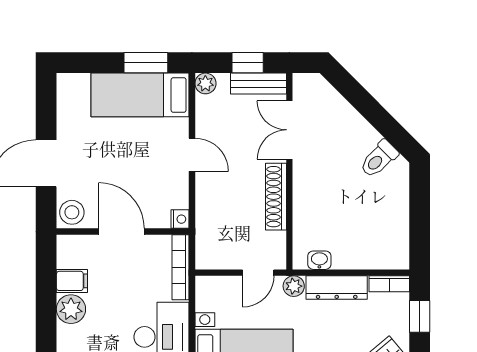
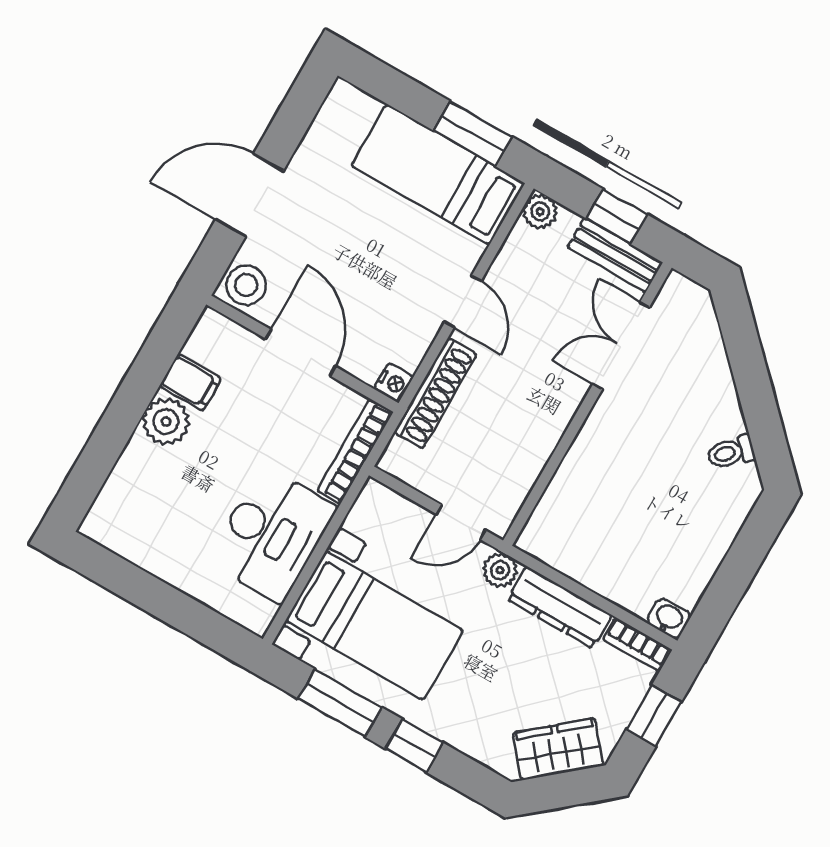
toilet: (379, 159) -> (731, 452), width x0.73, depth x0.72
shoe rack: (276, 197) -> (435, 393), moved, turned 180
washbasin: (319, 260) -> (669, 618), moved

